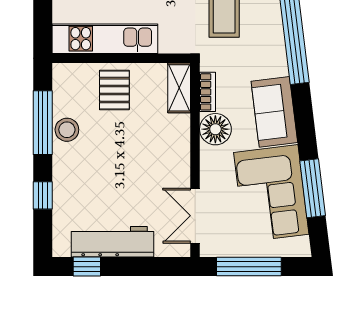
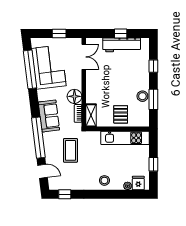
sofa: (274, 112) -> (49, 116), moved
window: (43, 123) -> (153, 99), width x0.69
window: (313, 188) -> (30, 69), width x1.46
window: (87, 267) -> (121, 34), moved
window: (249, 267) -> (59, 34), width x0.46

